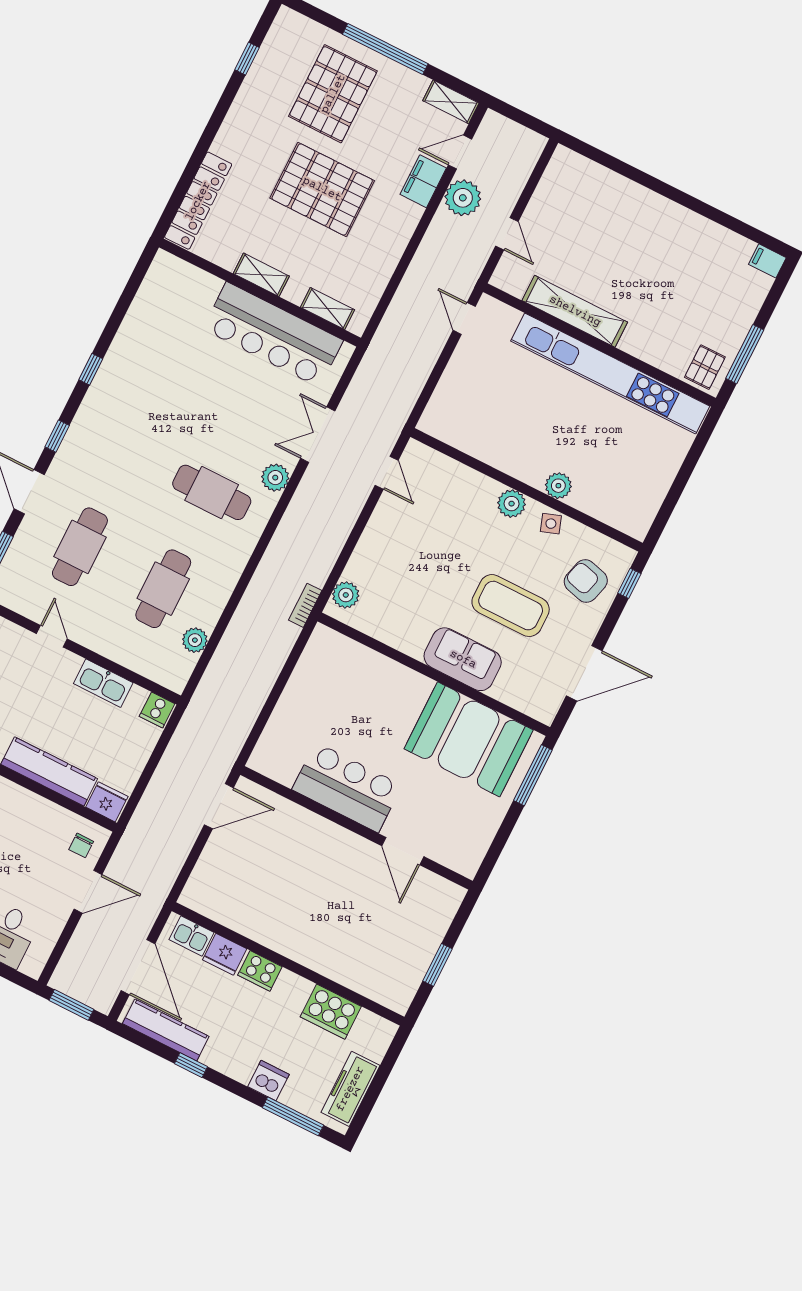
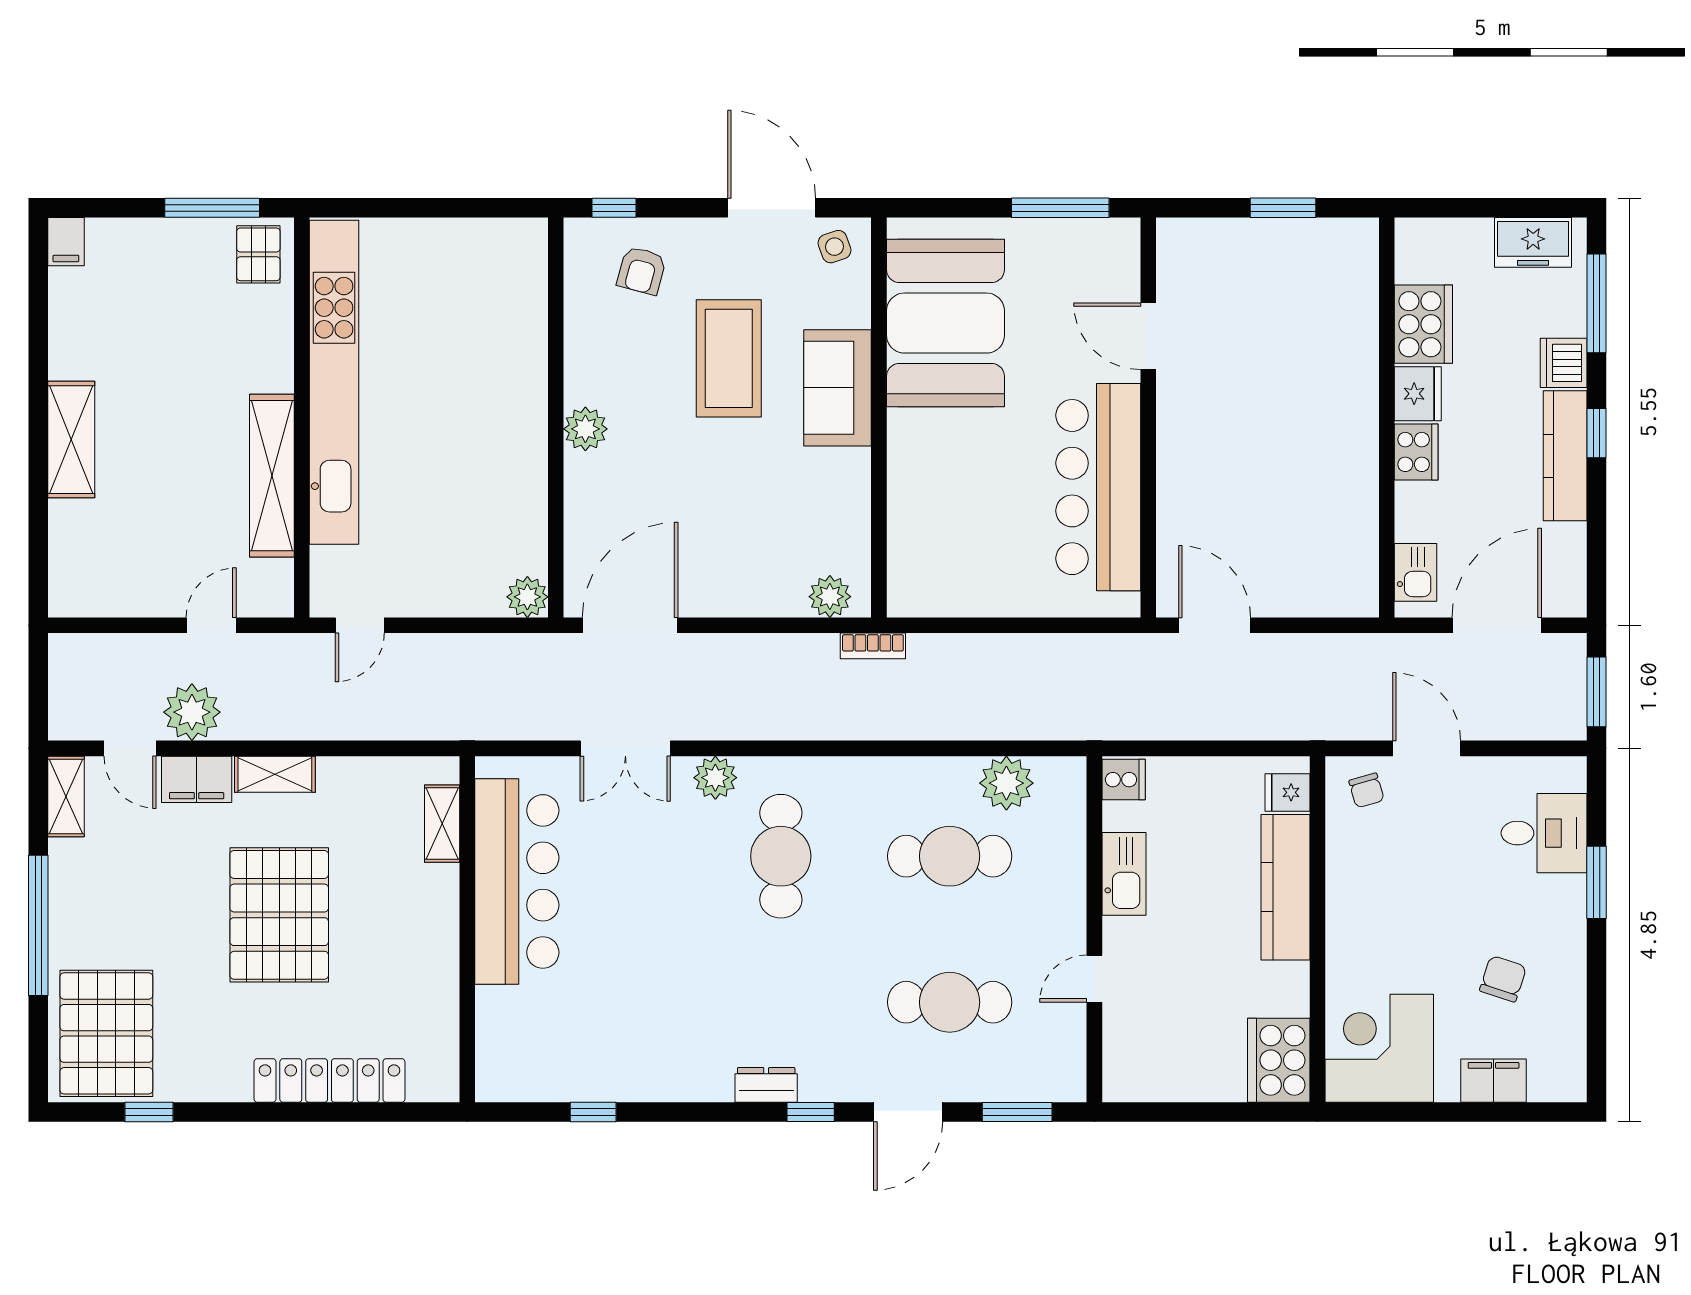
pallet: (333, 94) -> (106, 1033), moved, turned 90
locker: (198, 201) -> (329, 1080), moved
shelving: (653, 207) -> (71, 440), added
shelving: (261, 275) -> (275, 774), moved, turned 90
pallet: (705, 367) -> (258, 254), turned 90
window: (91, 369) -> (593, 1112), moved
dresser: (85, 418) -> (766, 1085), added
door: (387, 473) -> (630, 625), width x1.88
plant: (558, 486) -> (527, 597), moved
side table: (551, 524) -> (835, 247), moved
armchair: (586, 581) -> (642, 270), width x0.72, depth x0.72
plant: (195, 640) -> (1006, 783), width x1.36, depth x1.36
window: (533, 775) -> (1060, 208), moved
bar counter: (347, 787) -> (1098, 487), width x1.36
fridge: (107, 802) -> (1287, 792), width x0.72
chair: (81, 845) -> (1367, 790), turned 74
door: (403, 851) -> (1148, 336), swing flipped
fridge: (225, 954) -> (1418, 394), moved
kitchen counter: (166, 1030) -> (1565, 456), moved
window: (191, 1065) -> (1596, 433), moved
freezer: (350, 1089) -> (1533, 242), width x0.71

